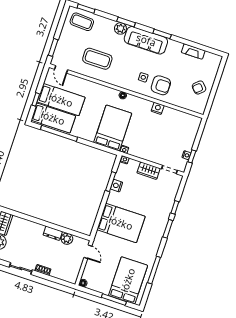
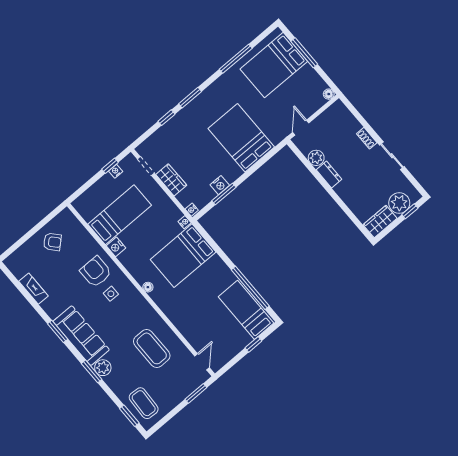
bed: (61, 100) -> (120, 215), moved, turned 90

